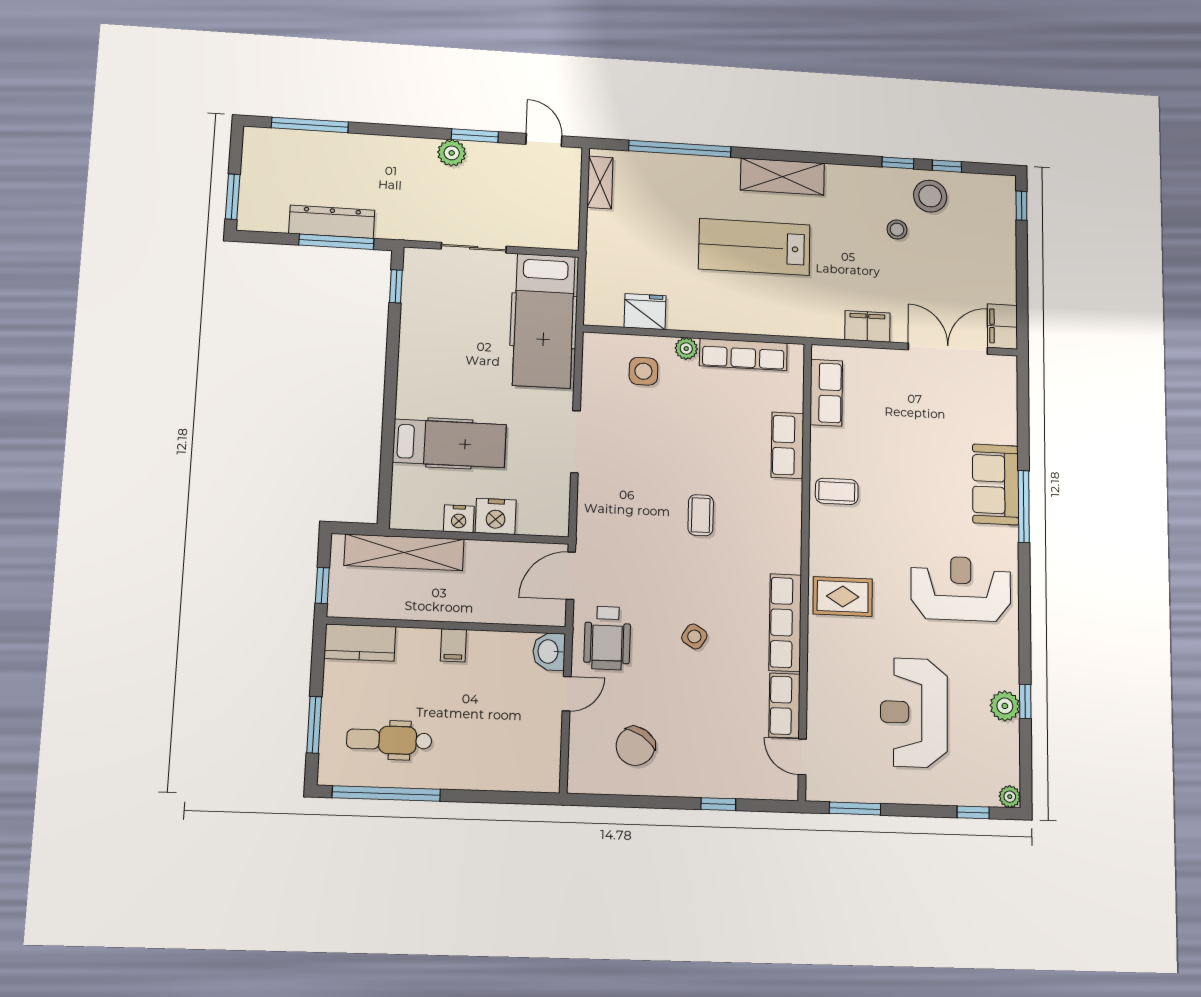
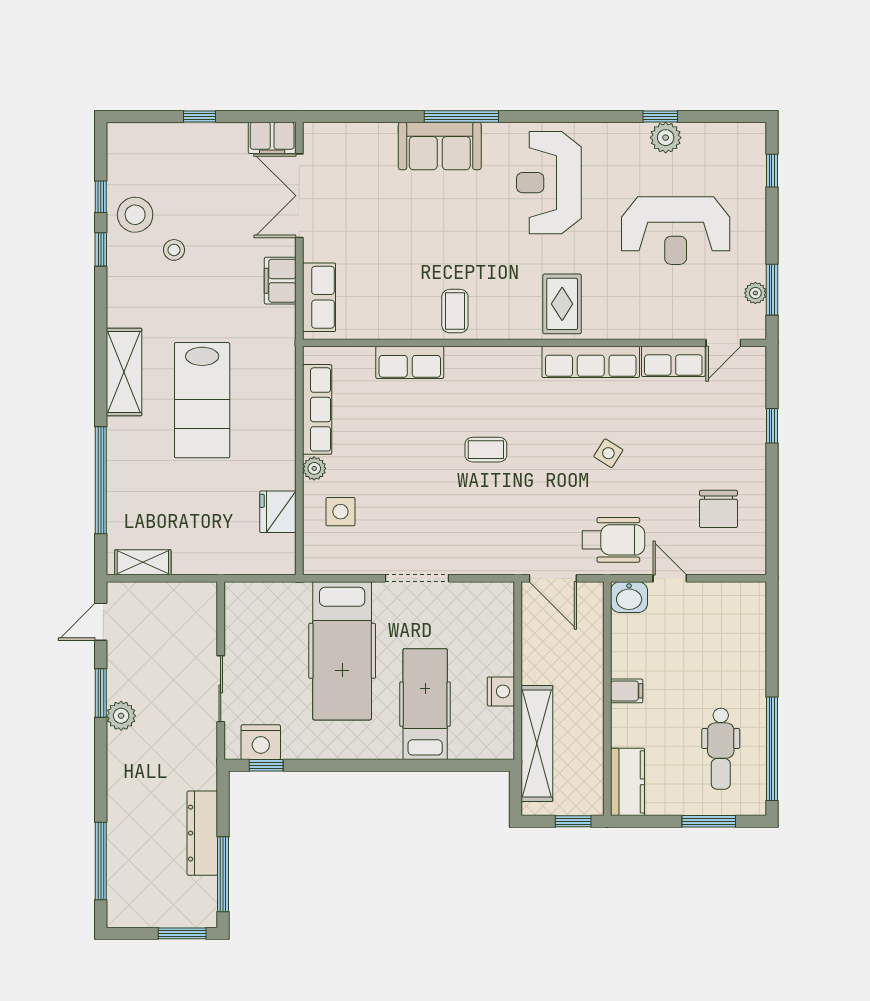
window: (1021, 206) -> (199, 117), moved
window: (336, 242) -> (223, 874), moved
hospital bed: (544, 321) -> (342, 651), moved, turned 90
row of seats: (826, 393) -> (319, 297), moved, turned 90
nightstand: (496, 516) -> (261, 742), moved, turned 90
chair: (635, 746) -> (718, 509), turned 57
plant: (1010, 797) -> (755, 293), moved

